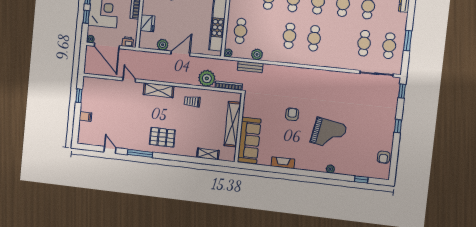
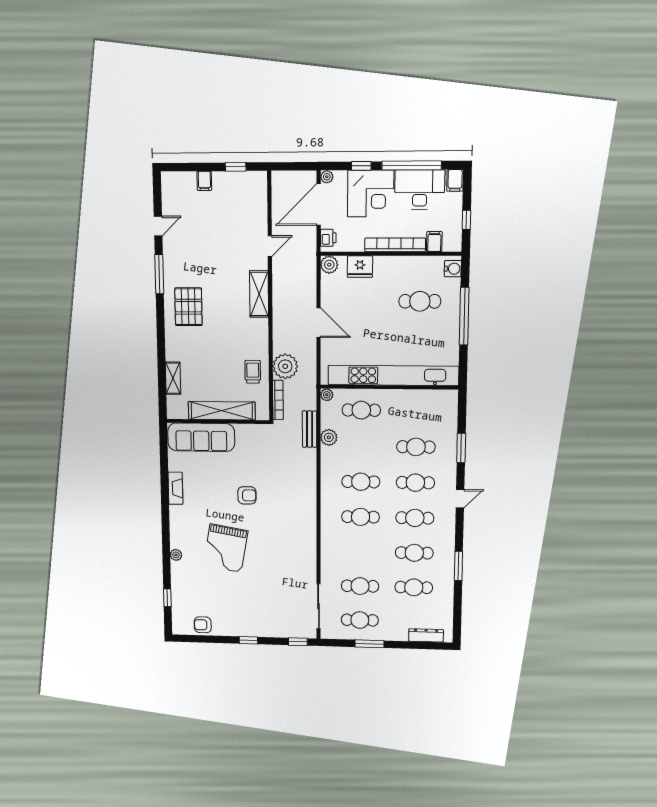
plant: (163, 45) -> (329, 265), moved
trolley: (192, 101) -> (253, 372), moved

